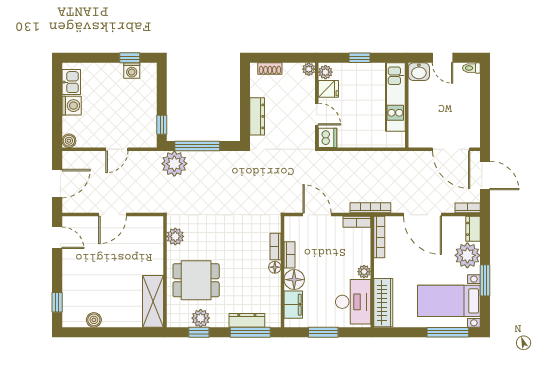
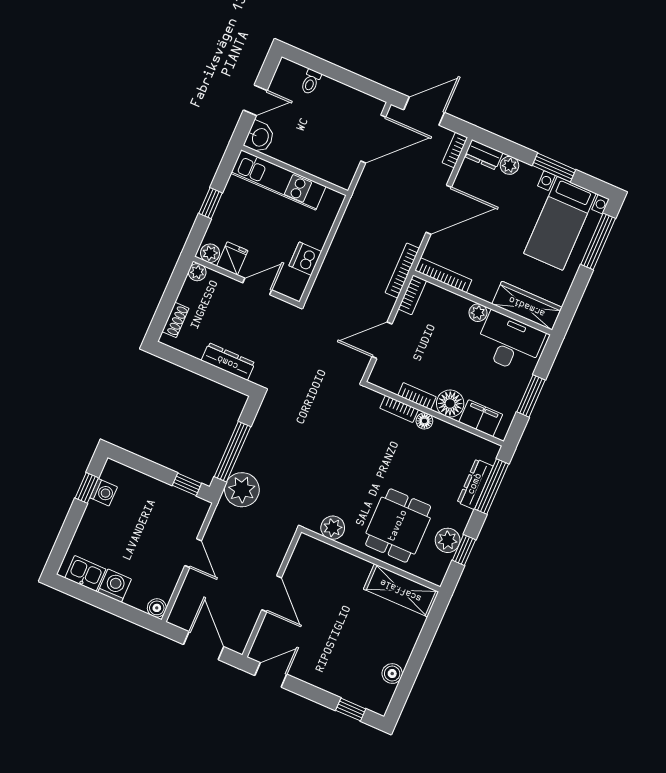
toilet: (471, 68) -> (311, 82), moved
dishwasher: (328, 138) -> (305, 259), moved, turned -90
plant: (467, 255) -> (509, 165), width x0.53, depth x0.53

